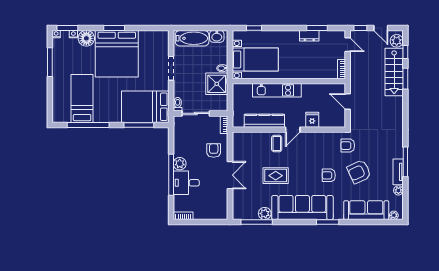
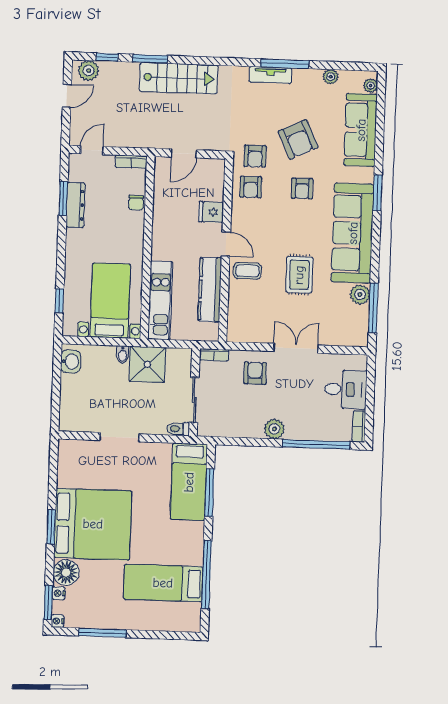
window: (360, 28) -> (66, 129), removed
dresser: (309, 36) -> (75, 205), width x1.44
bathtub: (192, 38) -> (72, 402), removed
stairs: (394, 72) -> (179, 78), moved
chair: (316, 73) -> (136, 203), added
kitchen unit: (277, 90) -> (160, 300), moved
bed: (145, 107) -> (189, 482), width x0.67
armchair: (329, 144) -> (251, 187), added
armchair: (214, 151) -> (255, 373), turned 90
tv unit: (398, 172) -> (270, 75), moved
window: (171, 175) -> (316, 444), moved
desk: (186, 183) -> (346, 389), moved, turned -90

